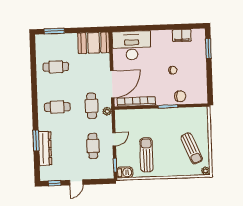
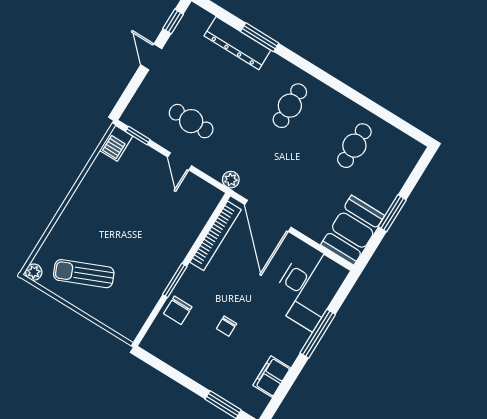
window: (149, 28) -> (318, 334), added
window: (54, 31) -> (392, 213), moved
cafe table: (92, 106) -> (256, 161), removed
sun lounger: (146, 155) -> (121, 196), removed

